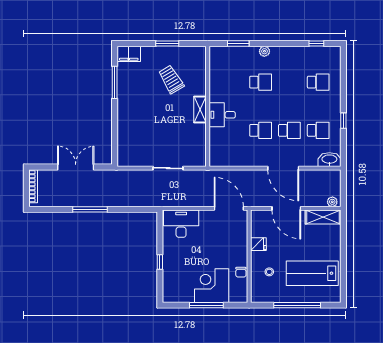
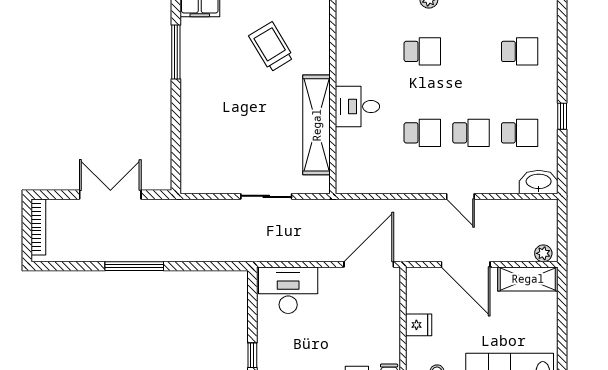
shelving: (200, 109) -> (317, 125), width x2.20, depth x1.33
door: (283, 168) -> (460, 196), width x0.53
door: (229, 208) -> (369, 264), hinge flipped

